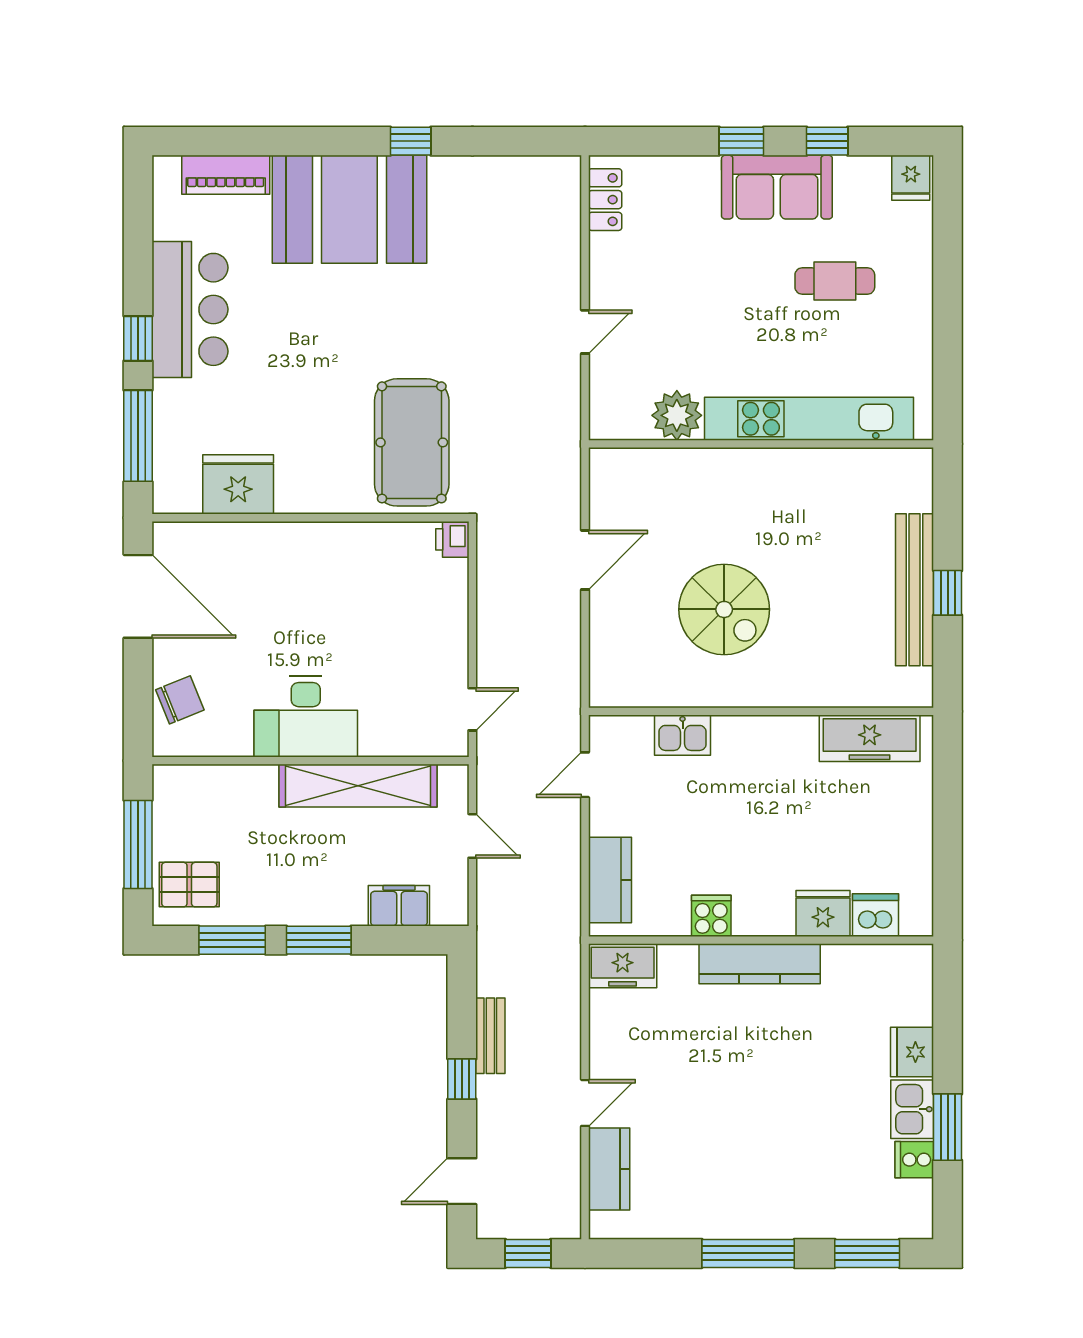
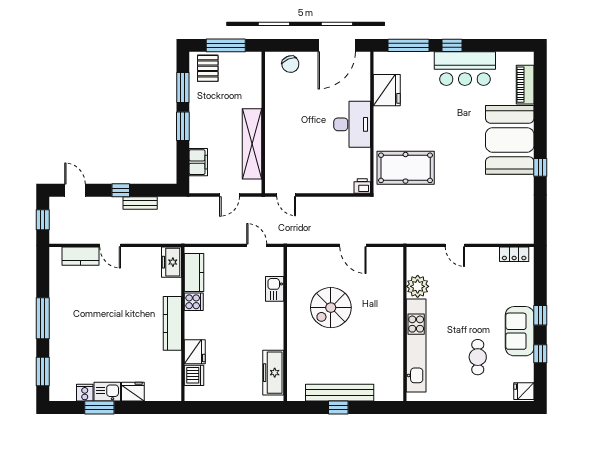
desk: (306, 717) -> (352, 124), moved, turned 180
kitchen counter: (610, 880) -> (194, 273), moved, turned -90

